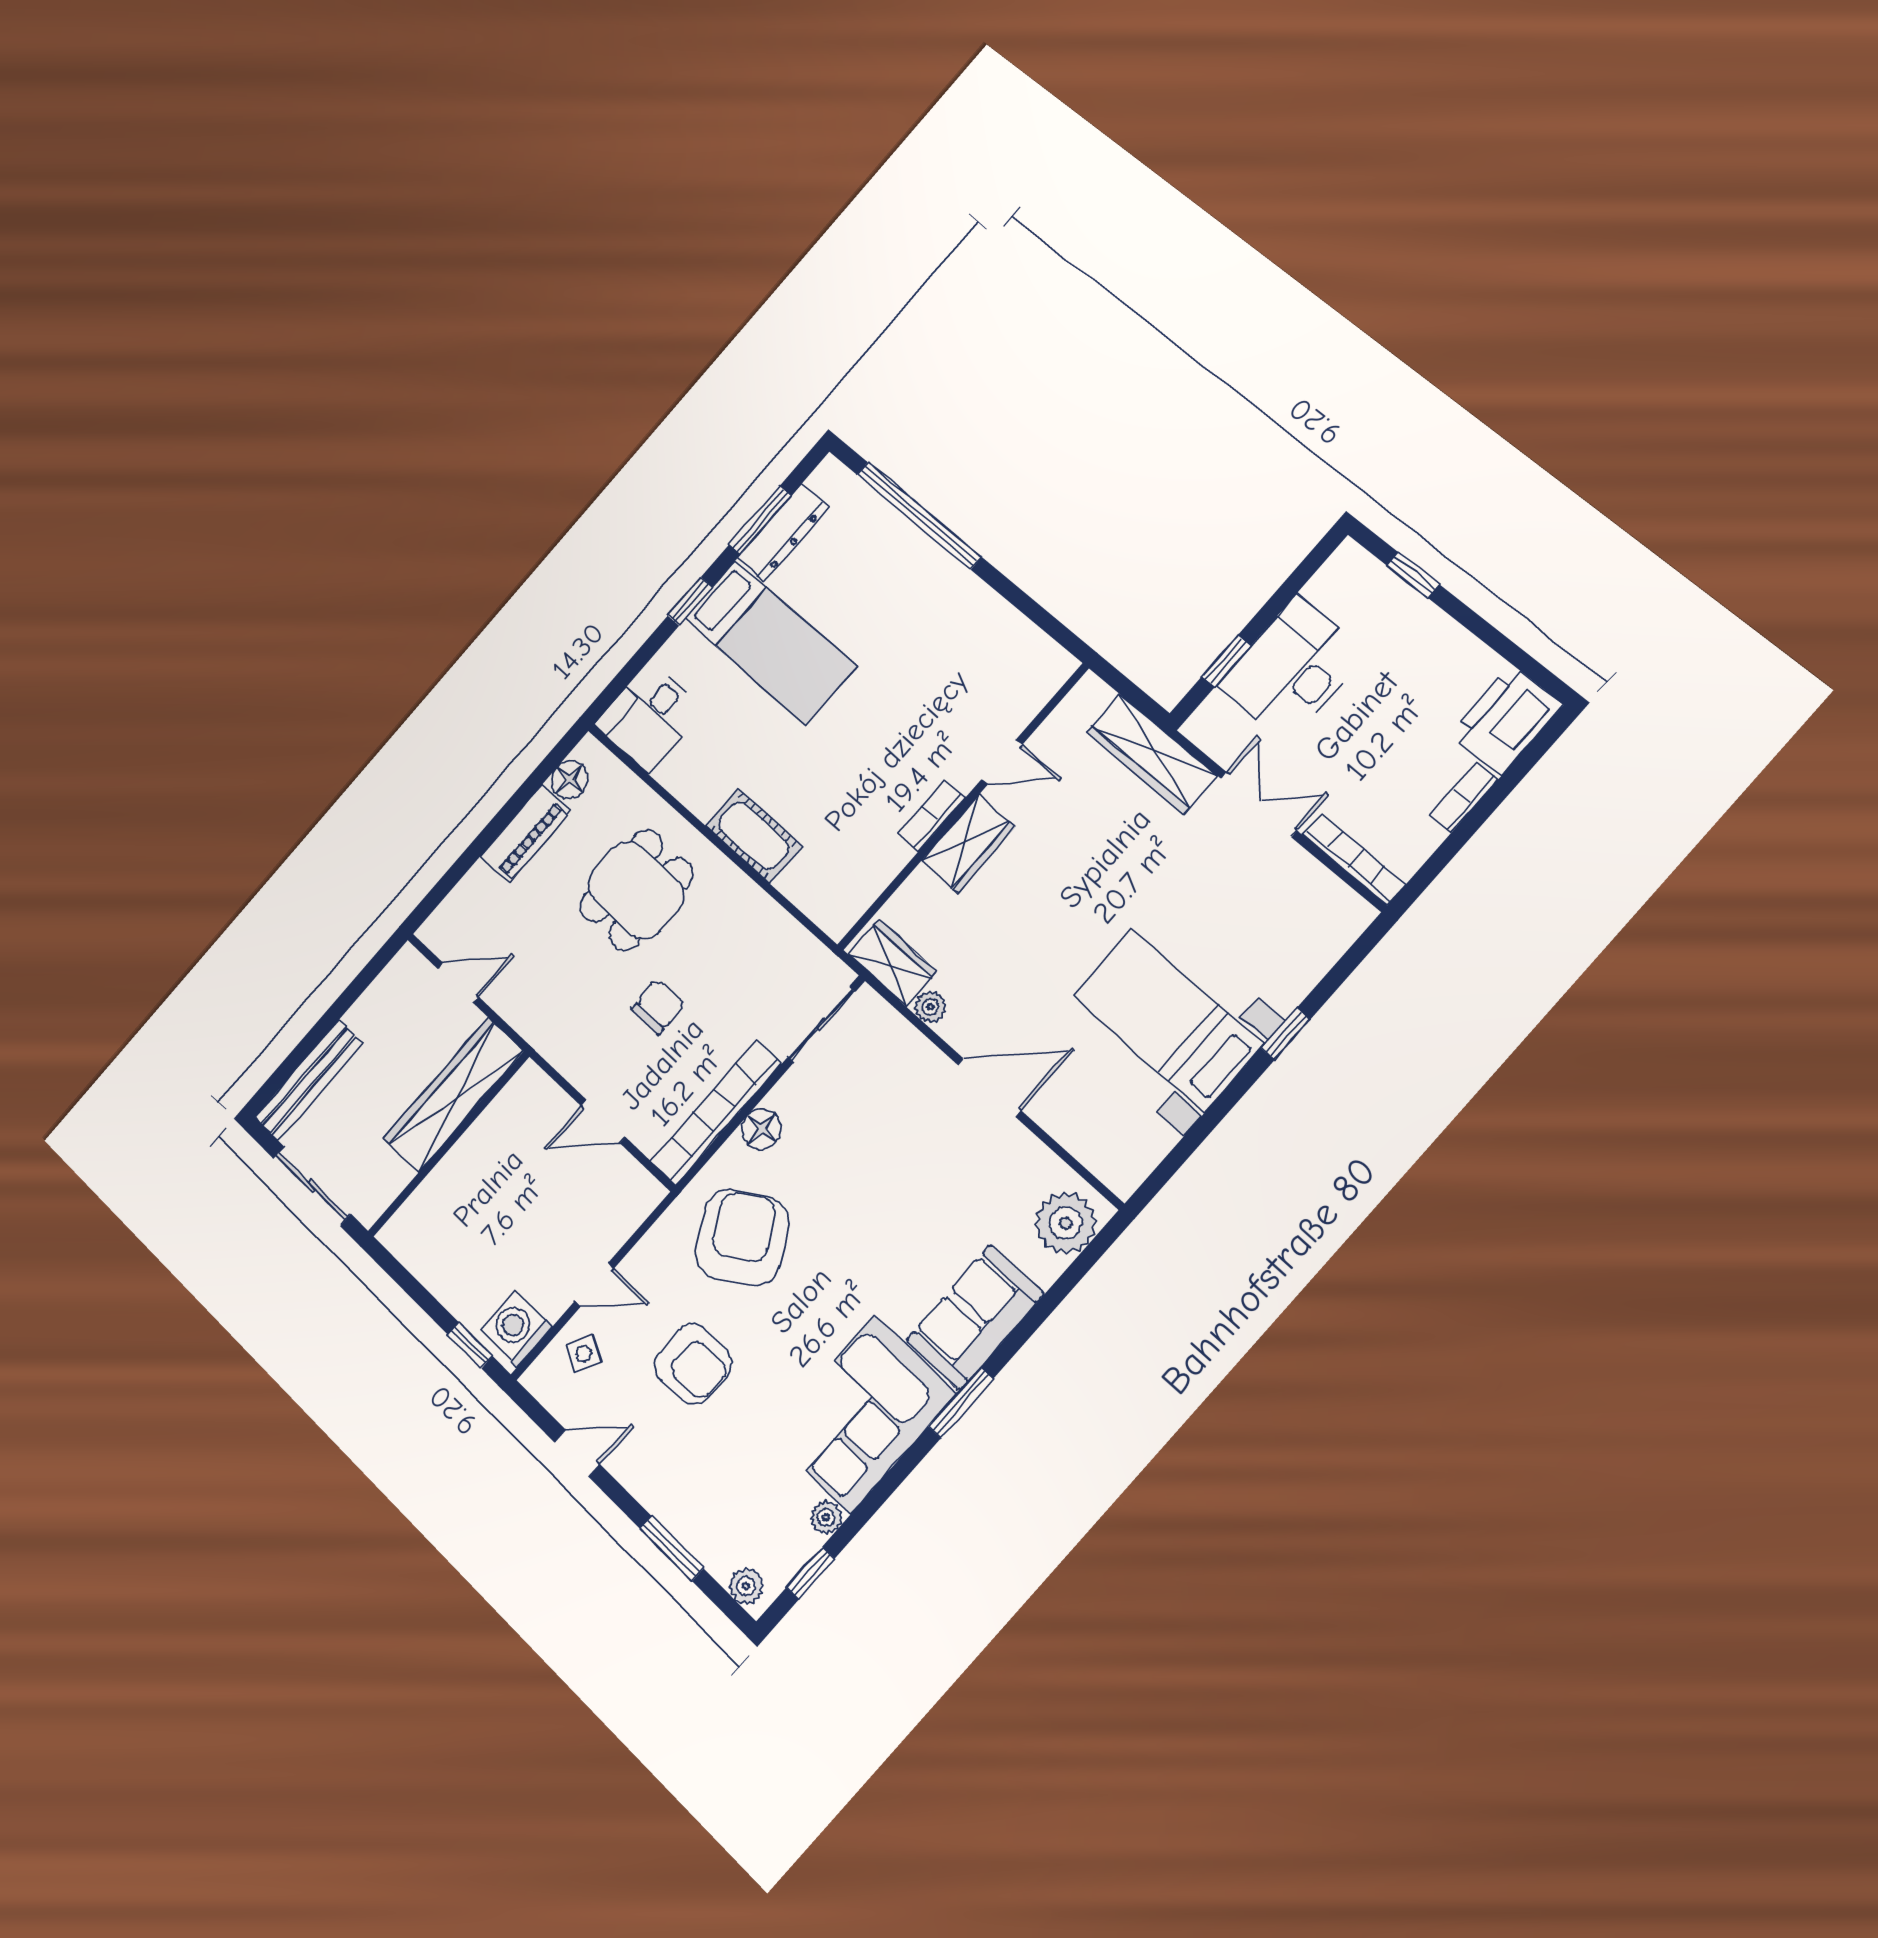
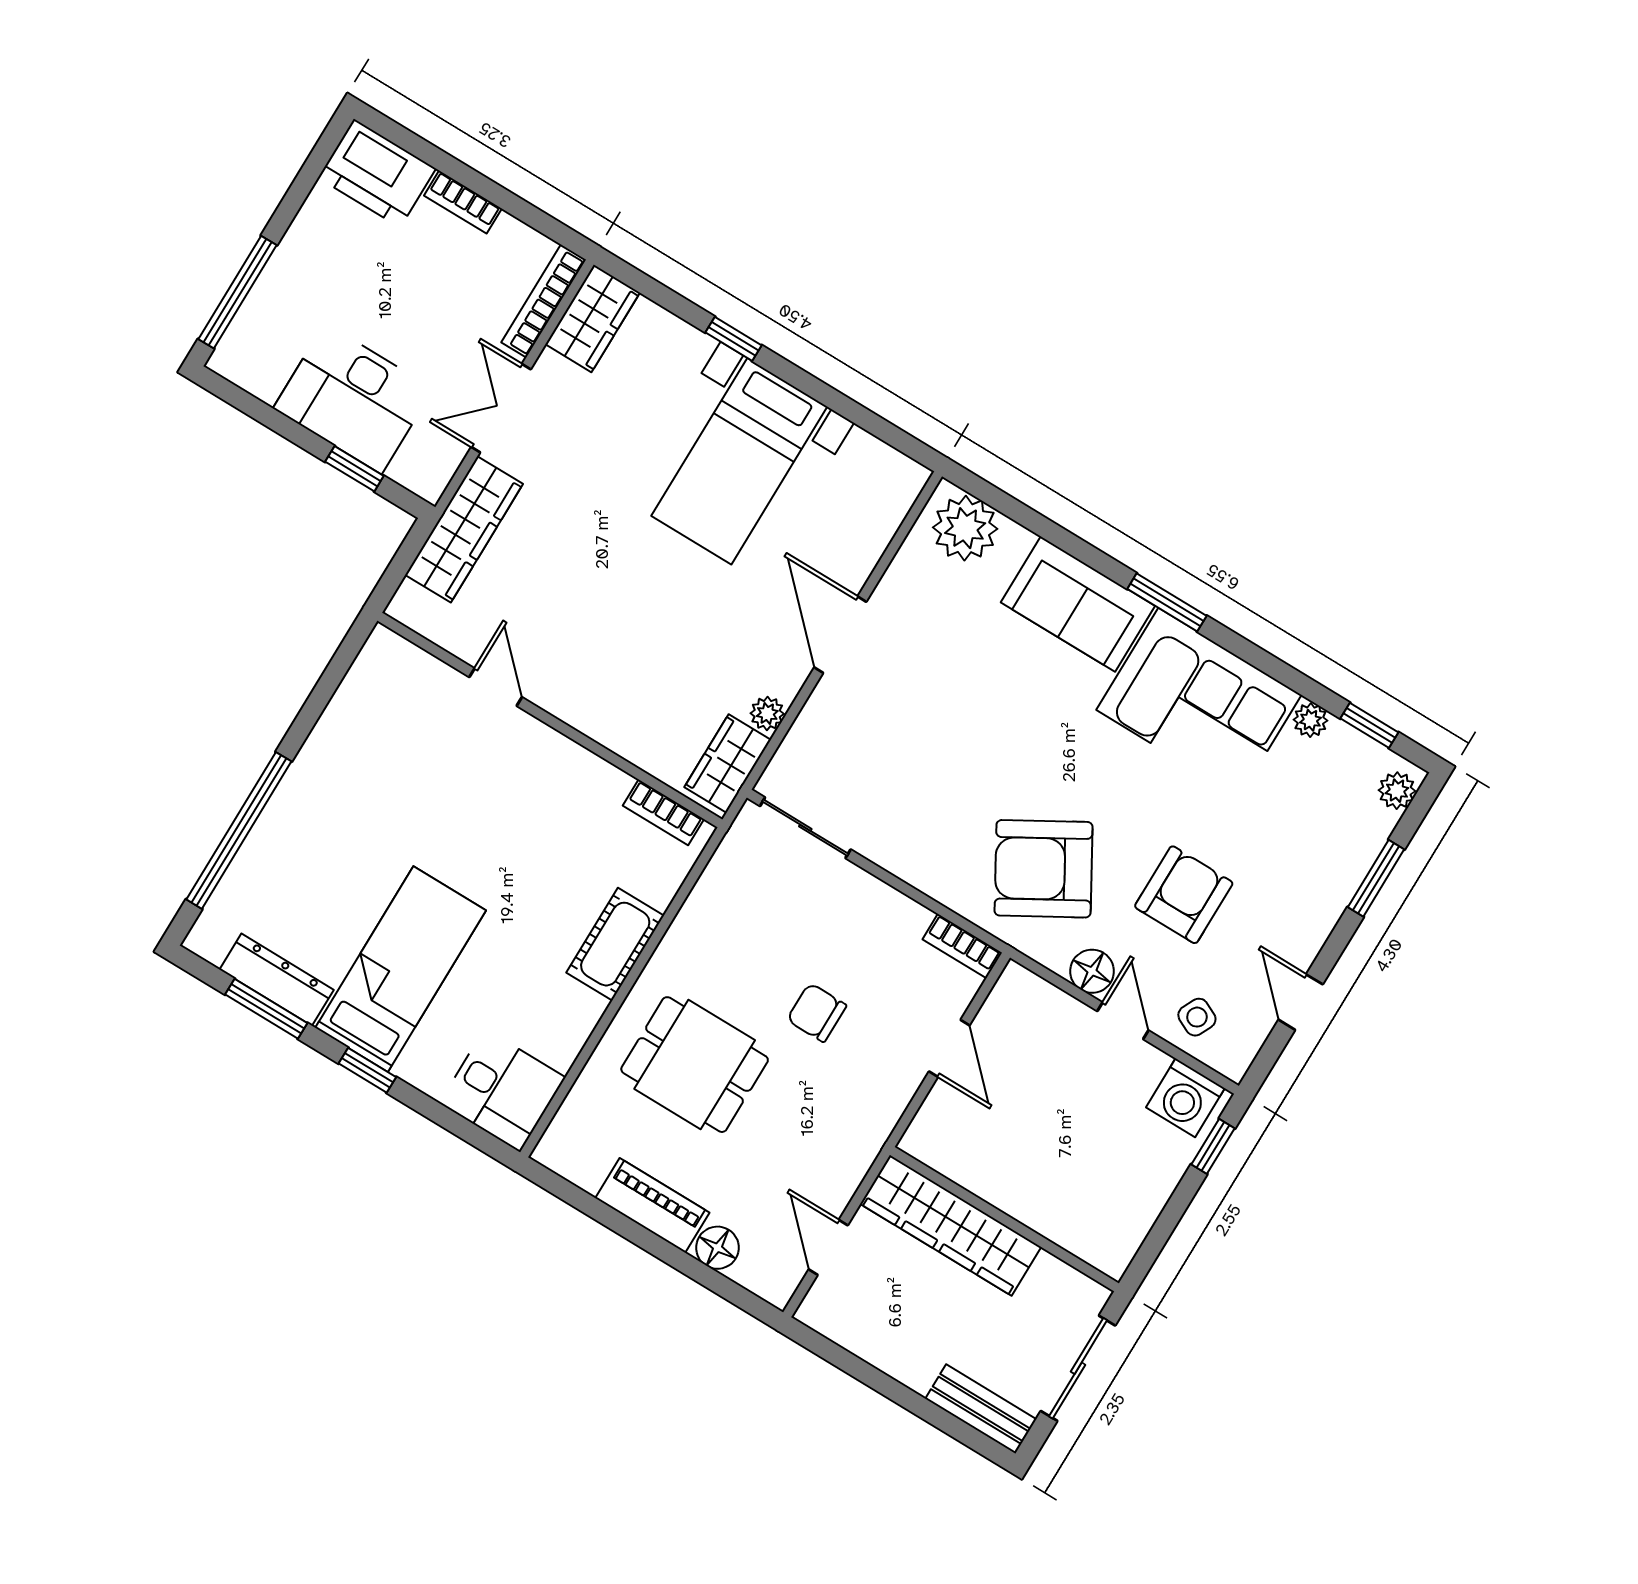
window: (1413, 575) -> (238, 292), width x2.17
floor lamp: (570, 780) -> (717, 1248), moved
bookcase: (932, 816) -> (663, 812), moved
wardrobe: (968, 844) -> (593, 318), moved, turned 90
bench: (309, 1080) -> (981, 1409), width x0.73
bookcase: (716, 1112) -> (962, 946), width x0.43, depth x0.76
floor lamp: (761, 1129) -> (1092, 971), moved

